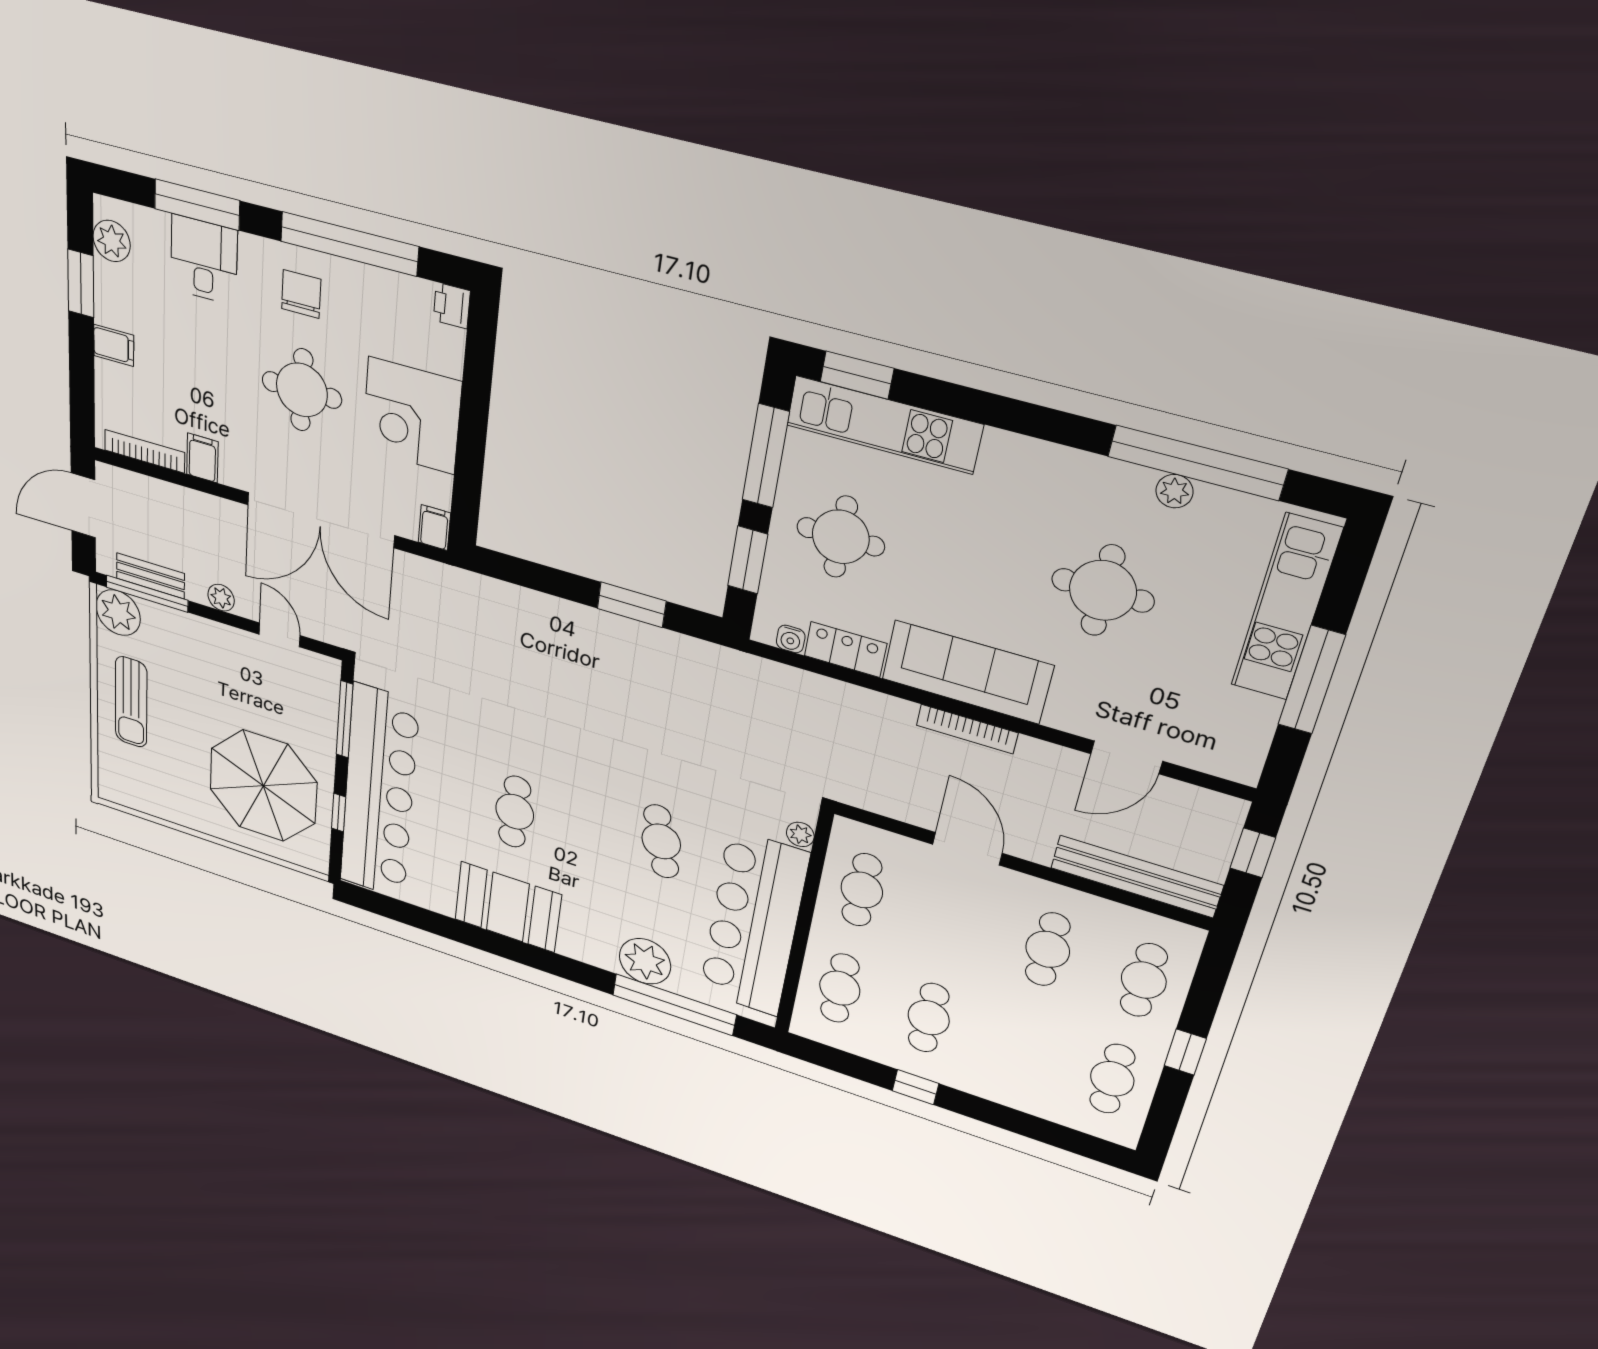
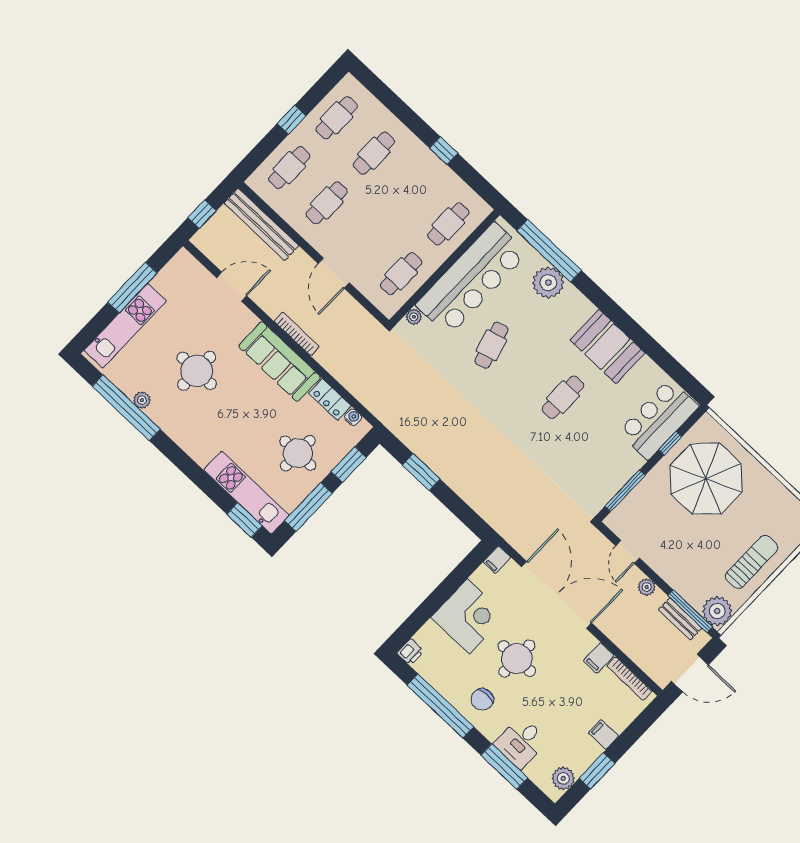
bar counter: (379, 793) -> (659, 419), width x0.54
cafe table: (929, 1018) -> (374, 153), moved

